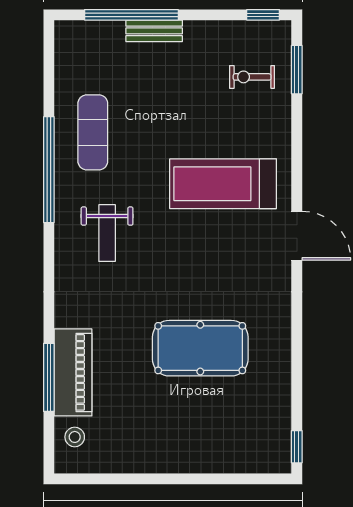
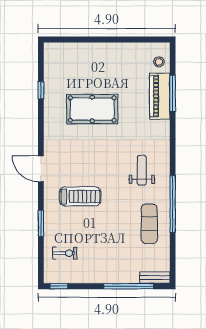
bench: (154, 31) -> (155, 278), moved
window: (297, 70) -> (41, 223), moved
treadmill: (223, 184) -> (80, 196), width x0.73, depth x0.73
window: (297, 447) -> (41, 90), moved

